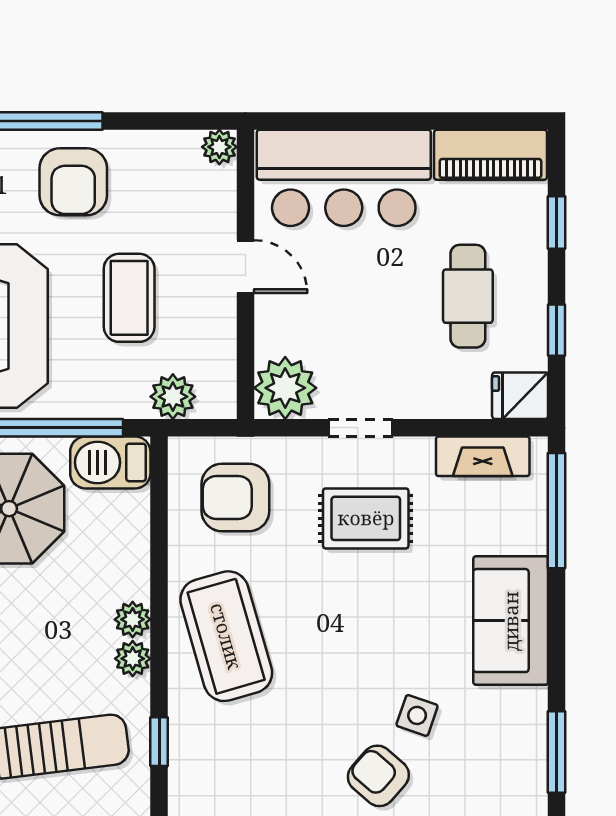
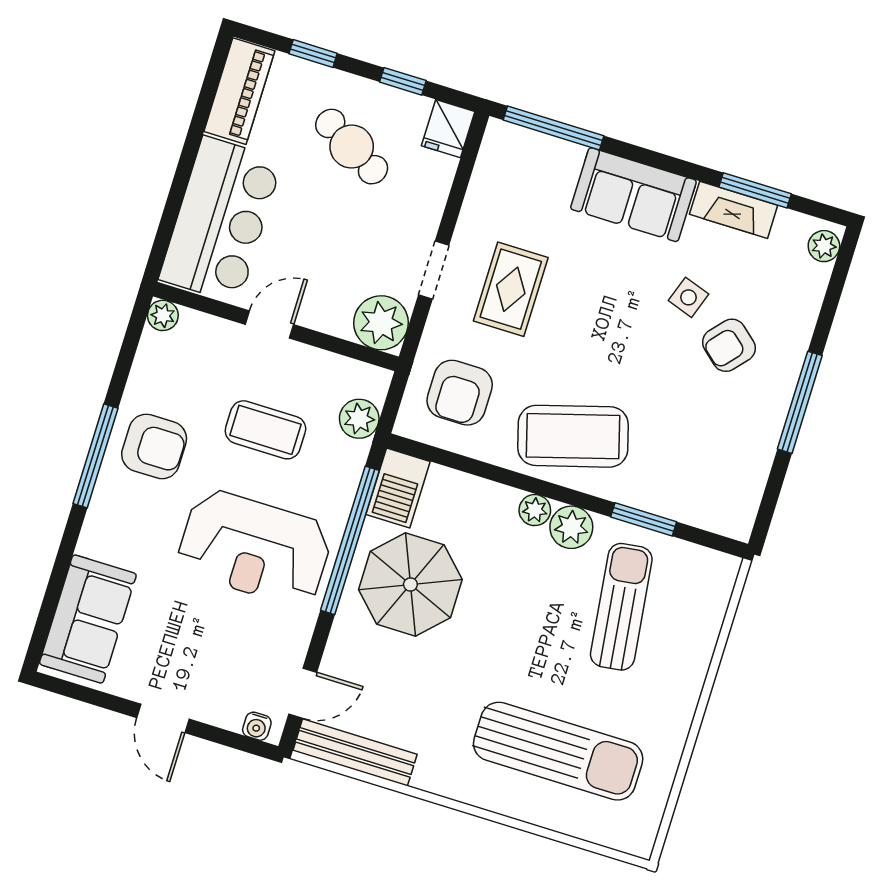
cafe table: (468, 296) -> (352, 147), turned 30
fireplace: (483, 456) -> (734, 210), moved, turned 90
plant: (133, 659) -> (571, 527), width x1.38, depth x1.38
window: (159, 742) -> (644, 519), width x1.50

